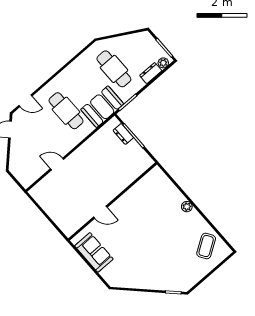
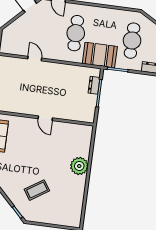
plant: (187, 207) -> (79, 166), width x1.88, depth x1.88
door: (100, 212) -> (45, 118), moved
coffee table: (206, 246) -> (37, 190), moved

